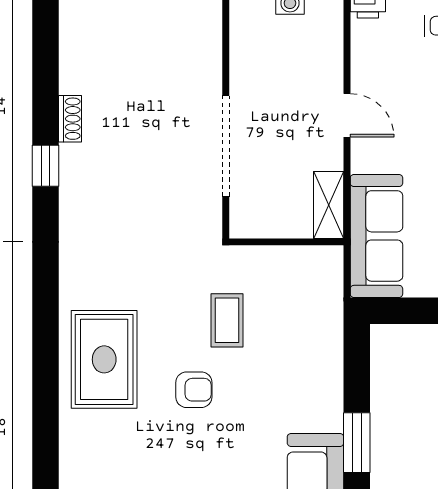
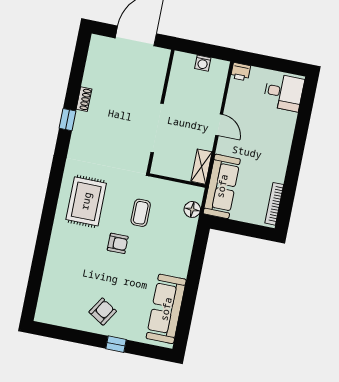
floor lamp: (327, 293) -> (192, 209), added
rug: (104, 359) -> (86, 201), moved
window: (357, 443) -> (192, 285), removed

